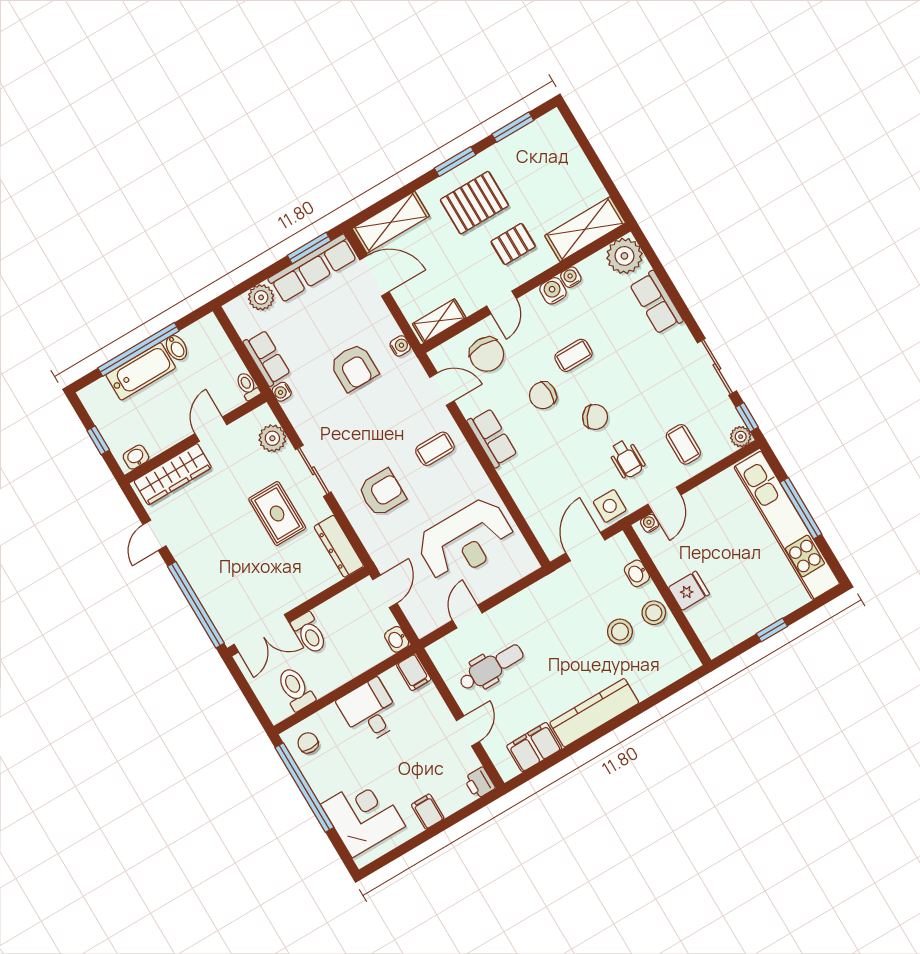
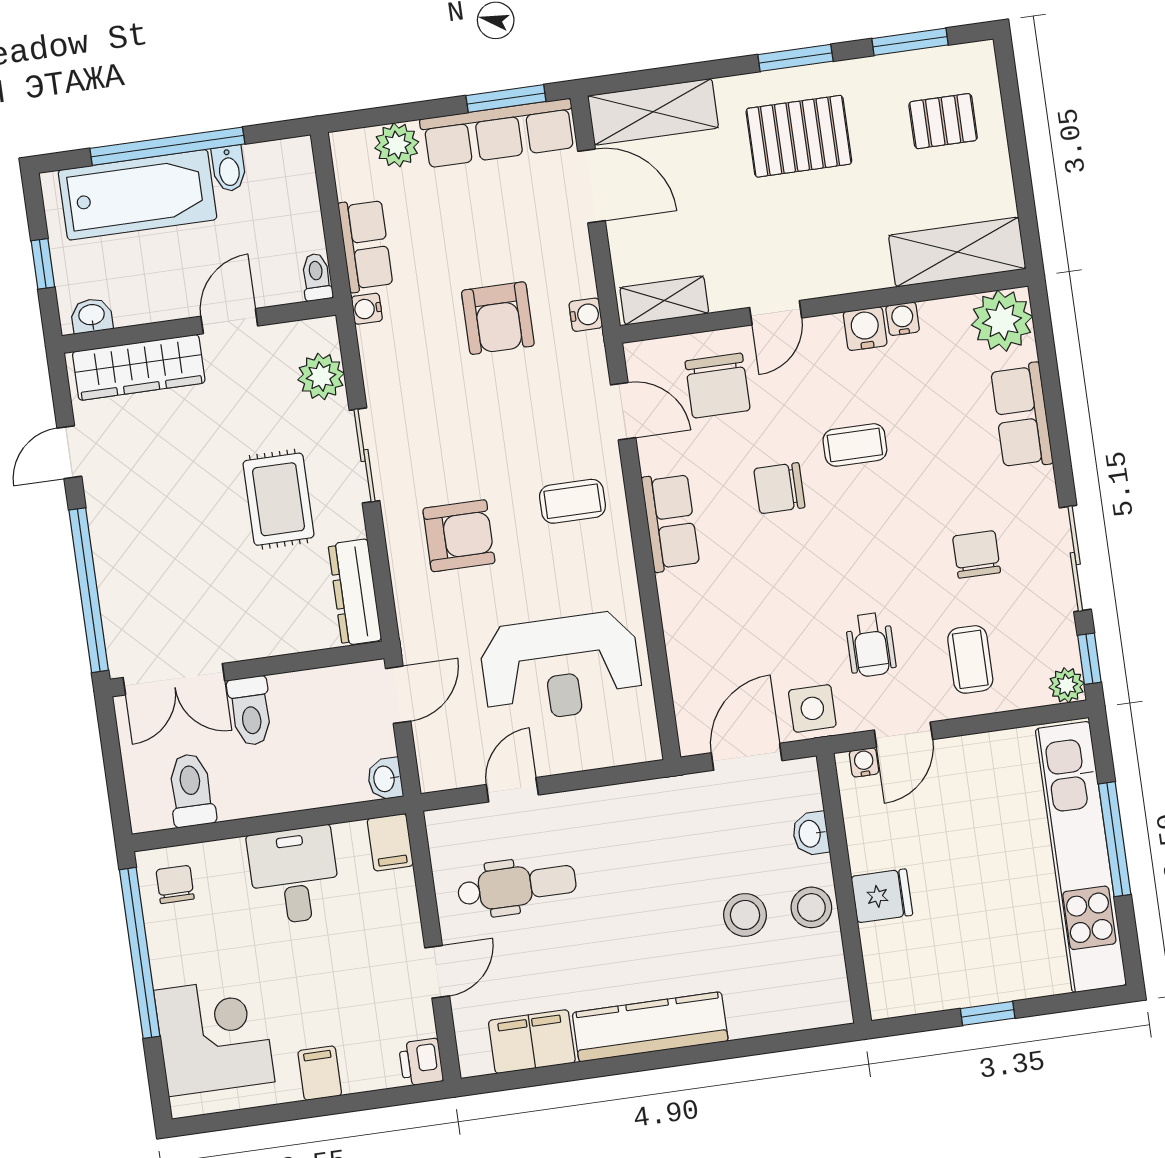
pallet: (513, 244) -> (943, 121), moved
bathtub: (141, 371) -> (138, 195), width x1.36, depth x1.36
chair: (595, 417) -> (977, 554), moved, turned -126

